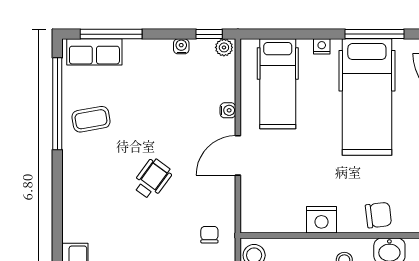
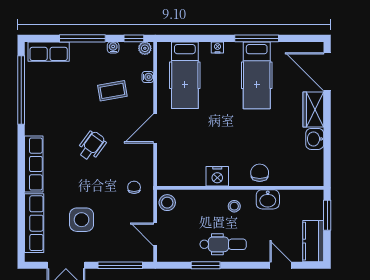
window: (111, 34) -> (82, 38), moved
hospital bed: (367, 97) -> (257, 75), width x0.73, depth x0.78
water cooler: (228, 110) -> (148, 77), moved
coffee table: (91, 119) -> (112, 91), moved
row of seats: (74, 203) -> (34, 164), added
chair: (378, 215) -> (260, 173), turned -83

